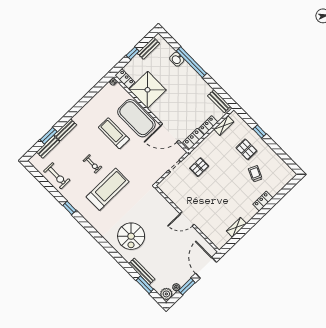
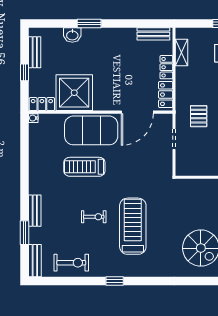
window: (192, 62) -> (89, 24), width x0.47
bench: (48, 147) -> (35, 261), moved

